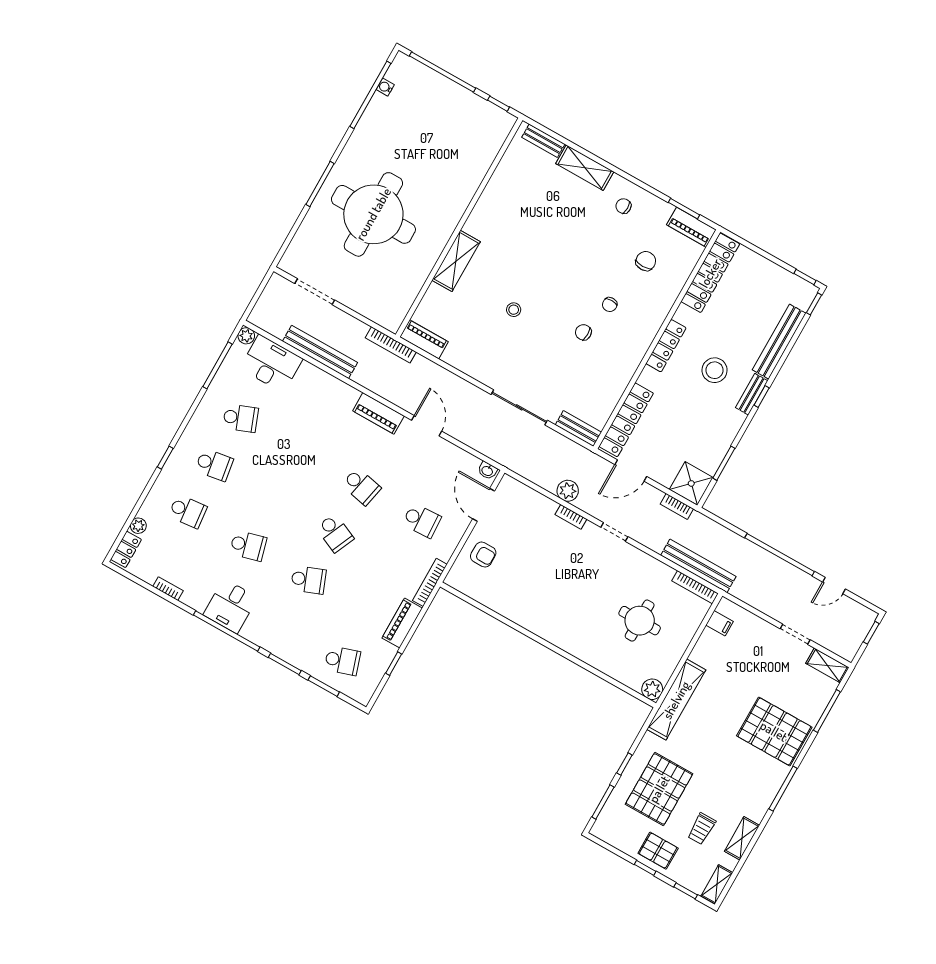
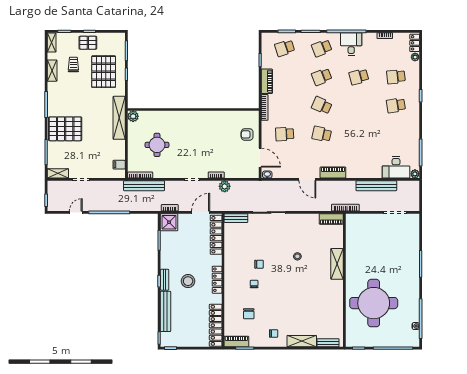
round table: (373, 214) -> (374, 303), moved
school desk: (241, 418) -> (322, 48), moved

